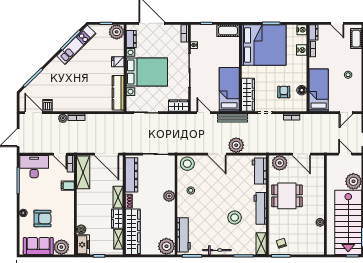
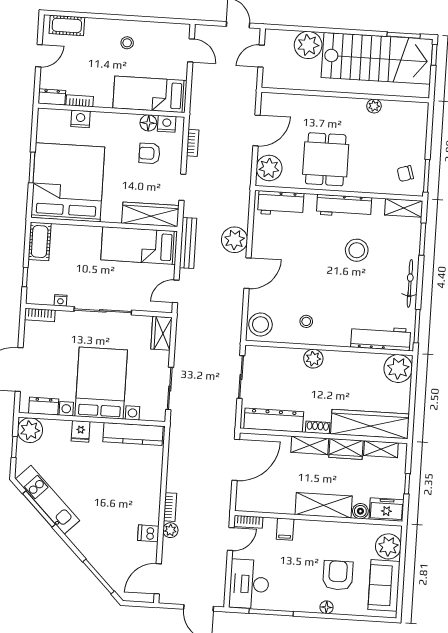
nightstand: (302, 30) -> (167, 124), moved
dishwasher: (48, 105) -> (148, 533), moved
shelving: (83, 172) -> (324, 505), moved

